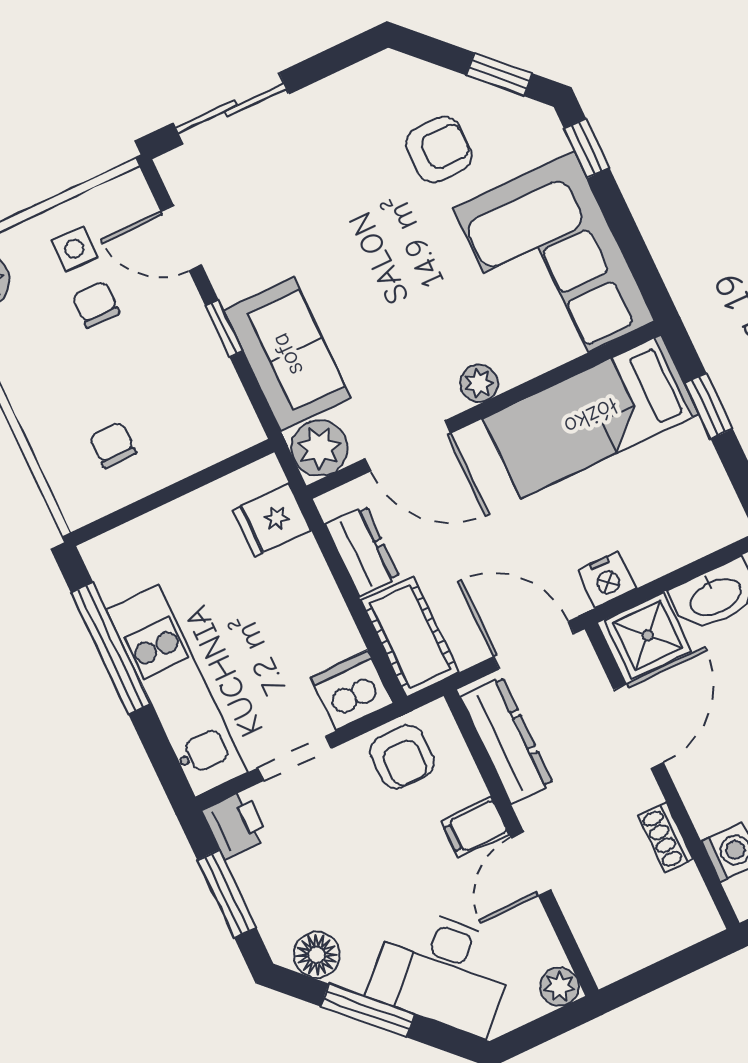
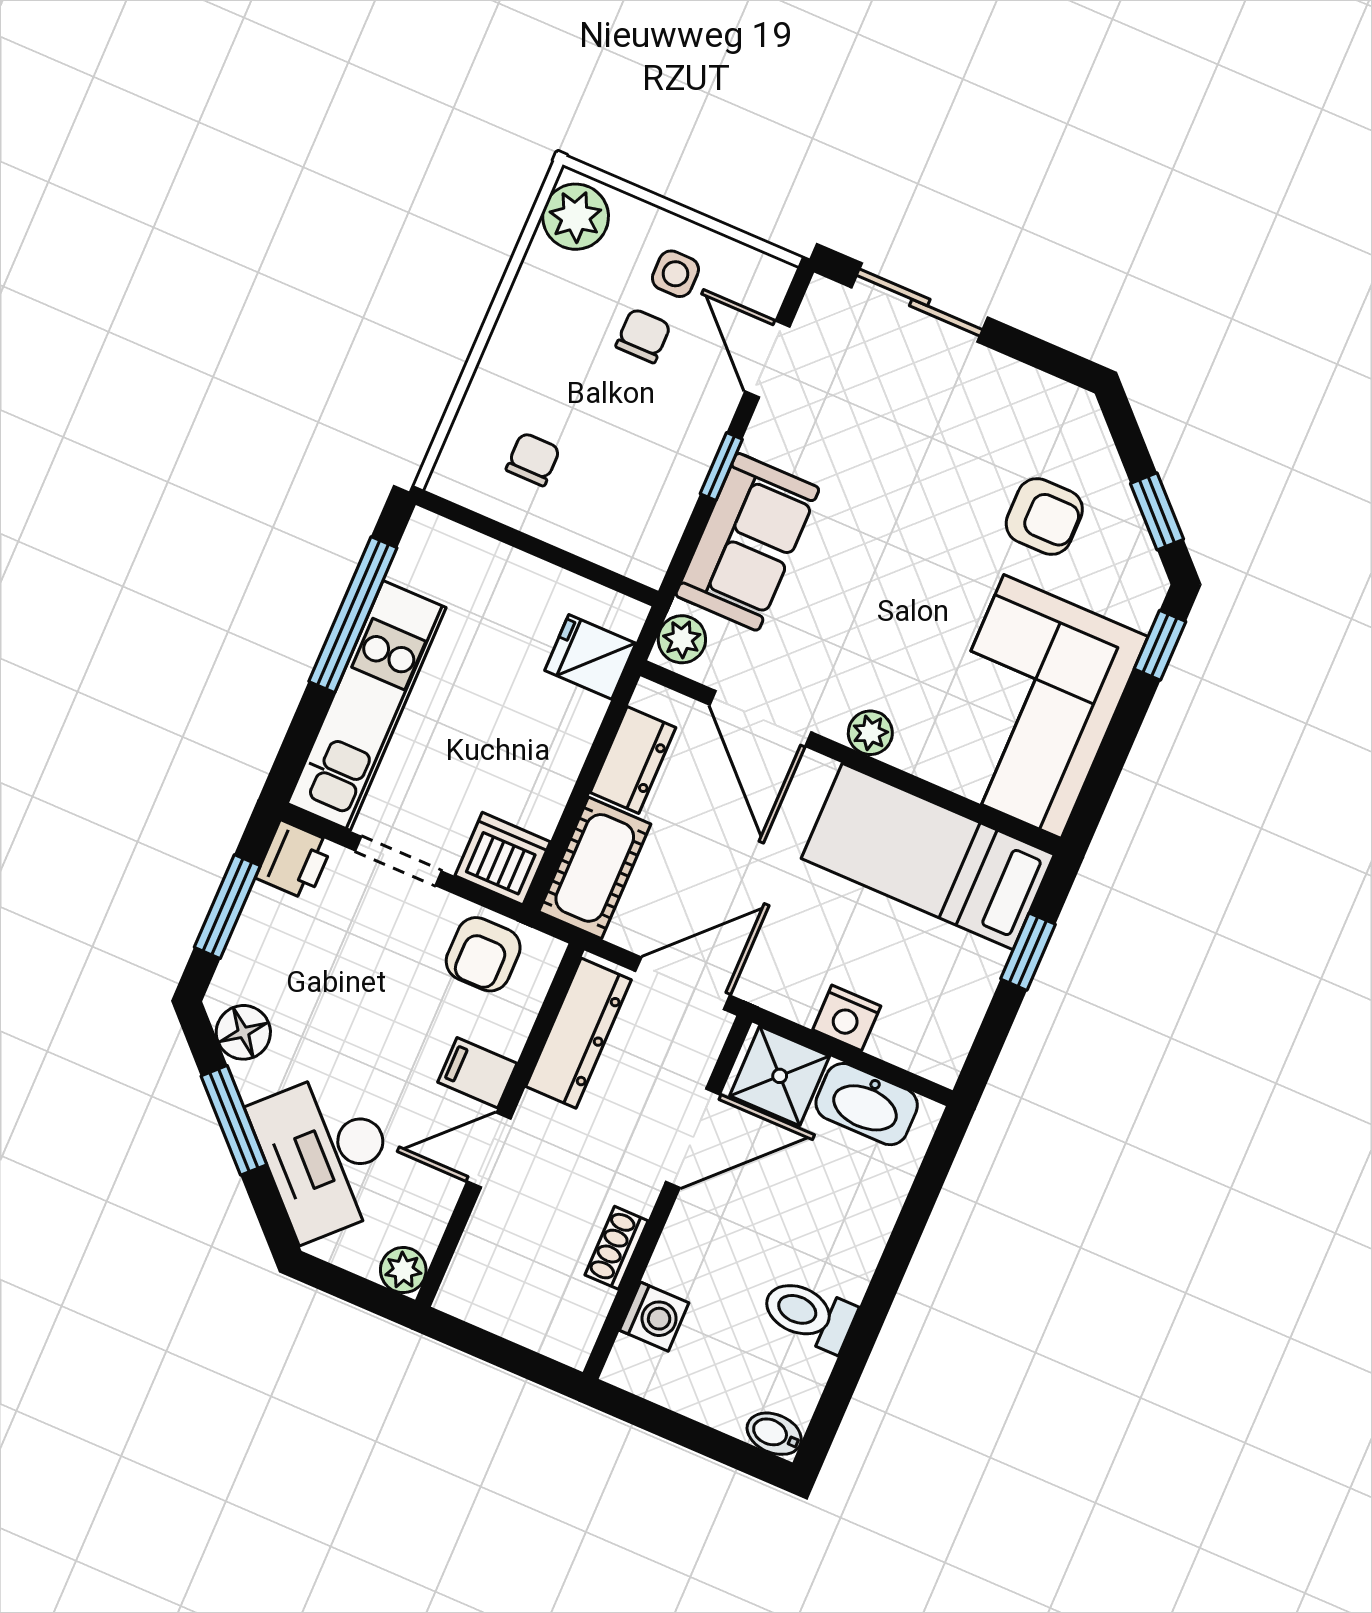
plant: (319, 448) -> (682, 639), width x0.73, depth x0.73
nightstand: (607, 579) -> (847, 1018), moved
door: (534, 645) -> (683, 983), hinge flipped

